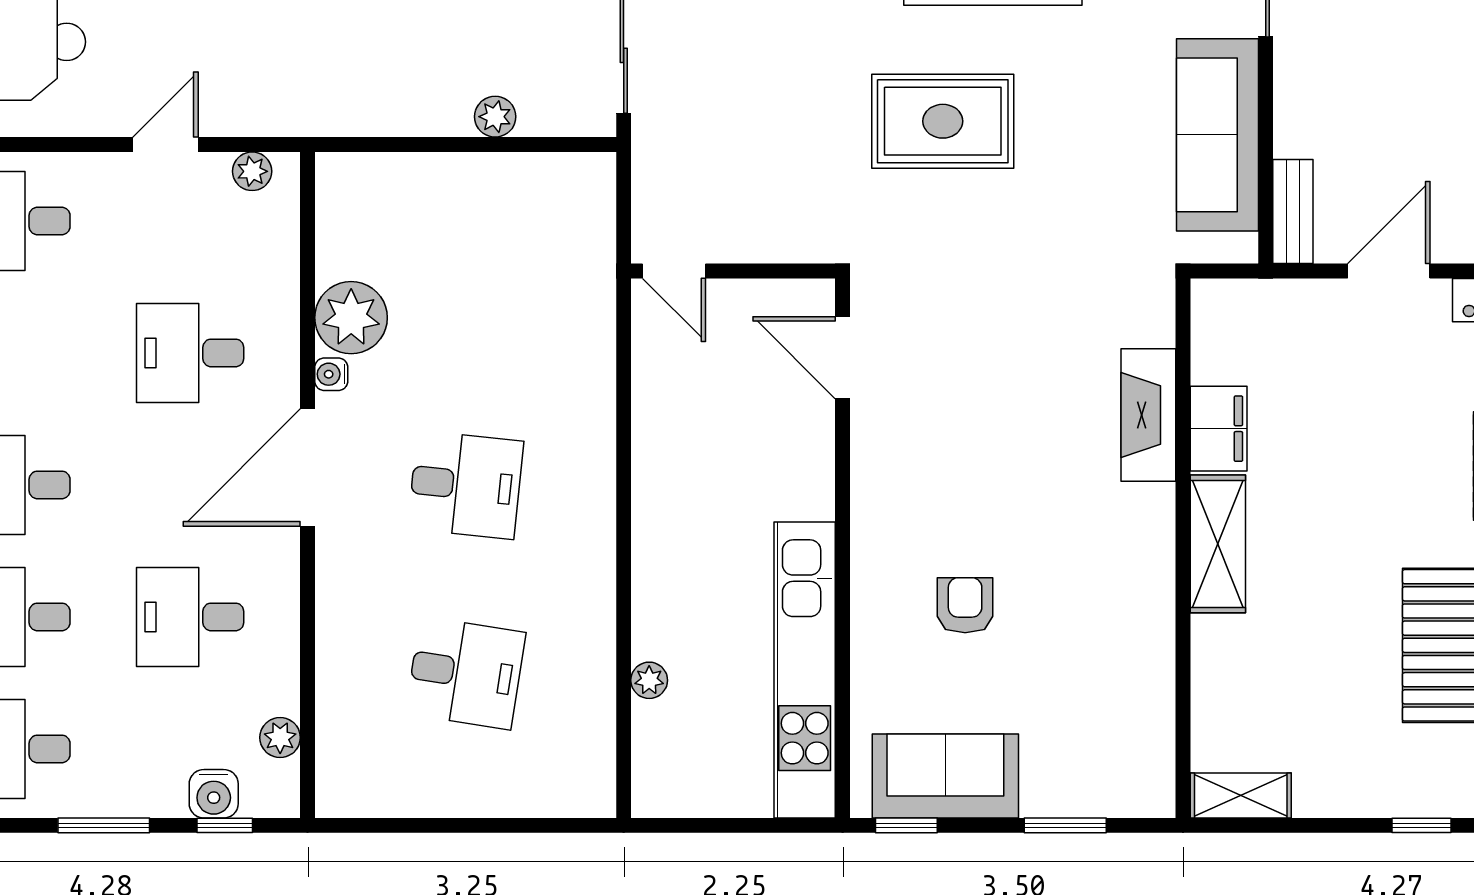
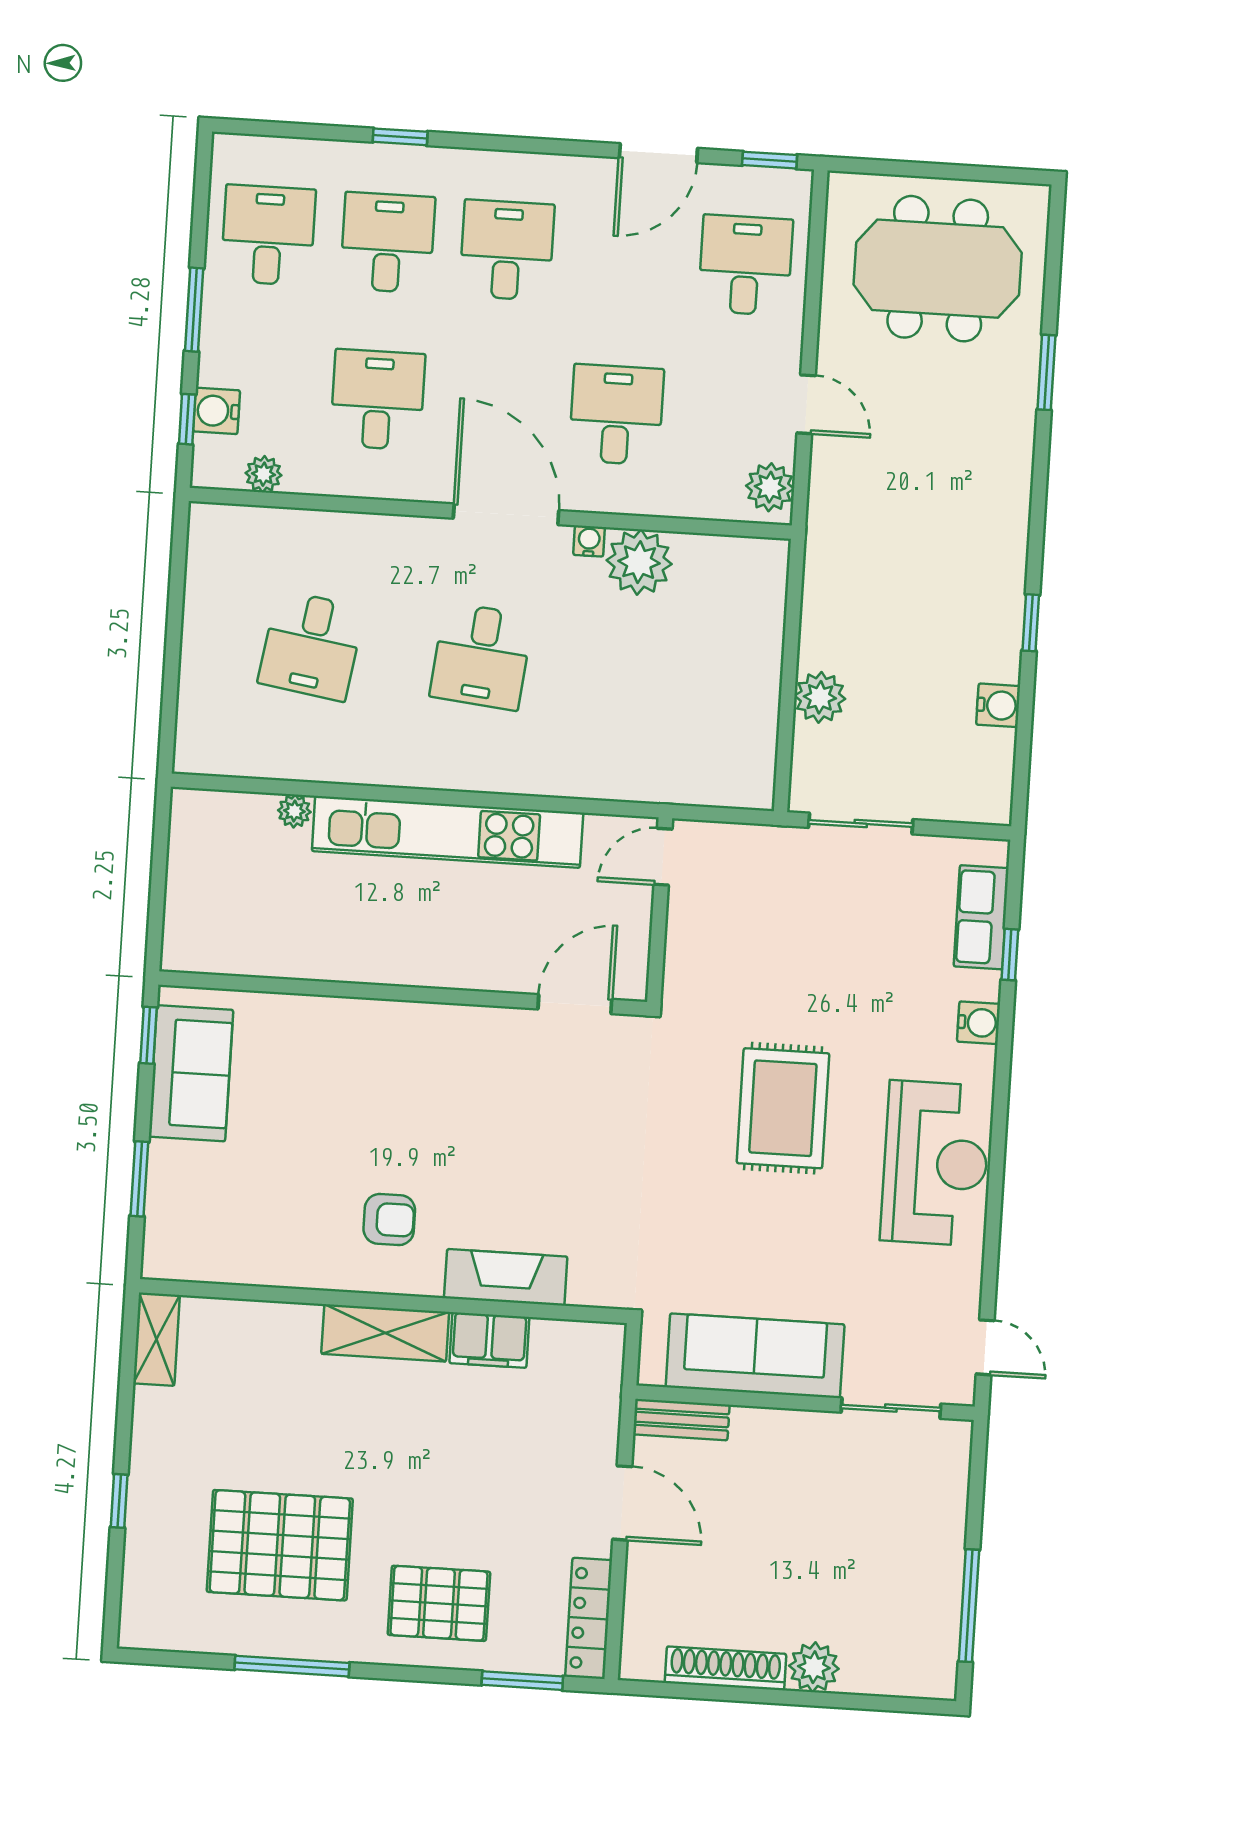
plant: (495, 117) -> (820, 697), width x1.38, depth x1.38
plant: (252, 171) -> (770, 487), width x1.38, depth x1.38
armchair: (965, 605) -> (389, 1220), moved
kitchen unit: (805, 670) -> (448, 832), moved, turned 180

